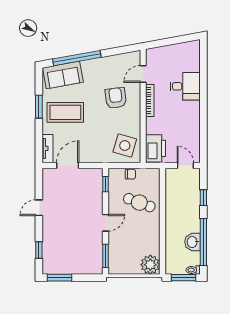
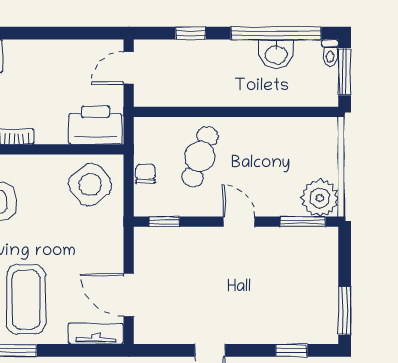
side table: (125, 146) -> (90, 185), turned 37
plant: (150, 265) -> (320, 198), moved

